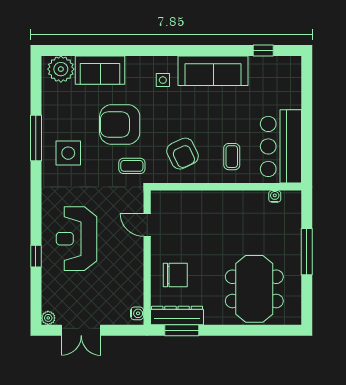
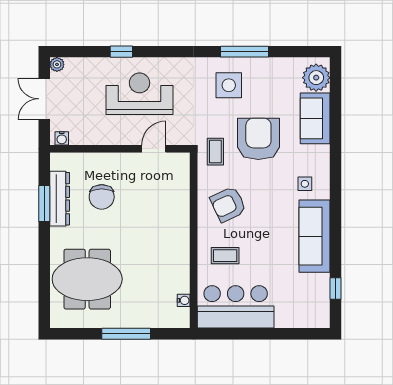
door: (147, 225) -> (154, 149), moved
wall: (147, 258) -> (120, 149), moved
water cooler: (137, 313) -> (62, 138), moved

